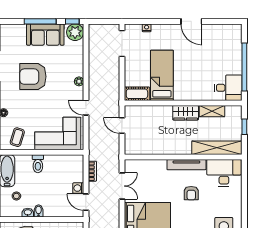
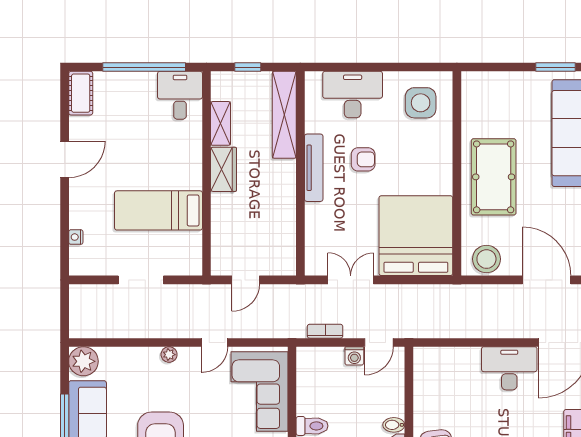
window: (72, 21) -> (65, 366), removed
doorway: (122, 43) -> (141, 280), moved
cot: (137, 94) -> (81, 93), moved
desk: (224, 173) -> (353, 95), moved, turned 90

